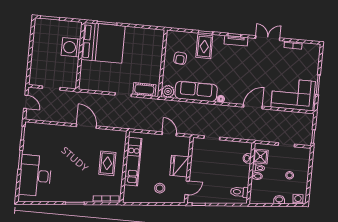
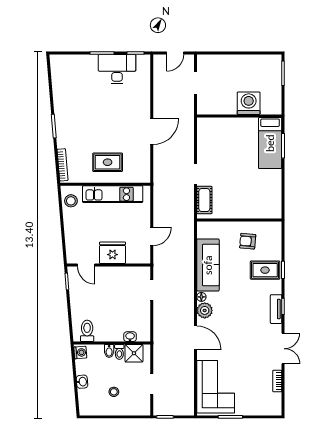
bed: (103, 43) -> (270, 143), width x0.49
plant: (168, 91) -> (205, 310), moved
desk: (35, 176) -> (117, 69), moved, width x0.73, depth x0.77
stool: (160, 188) -> (71, 201), moved
washing machine: (298, 199) -> (80, 353), moved

